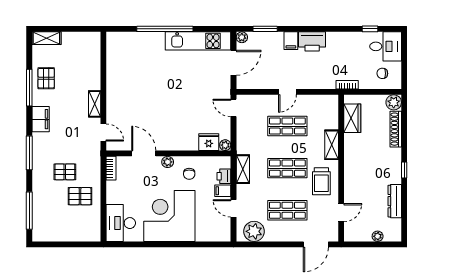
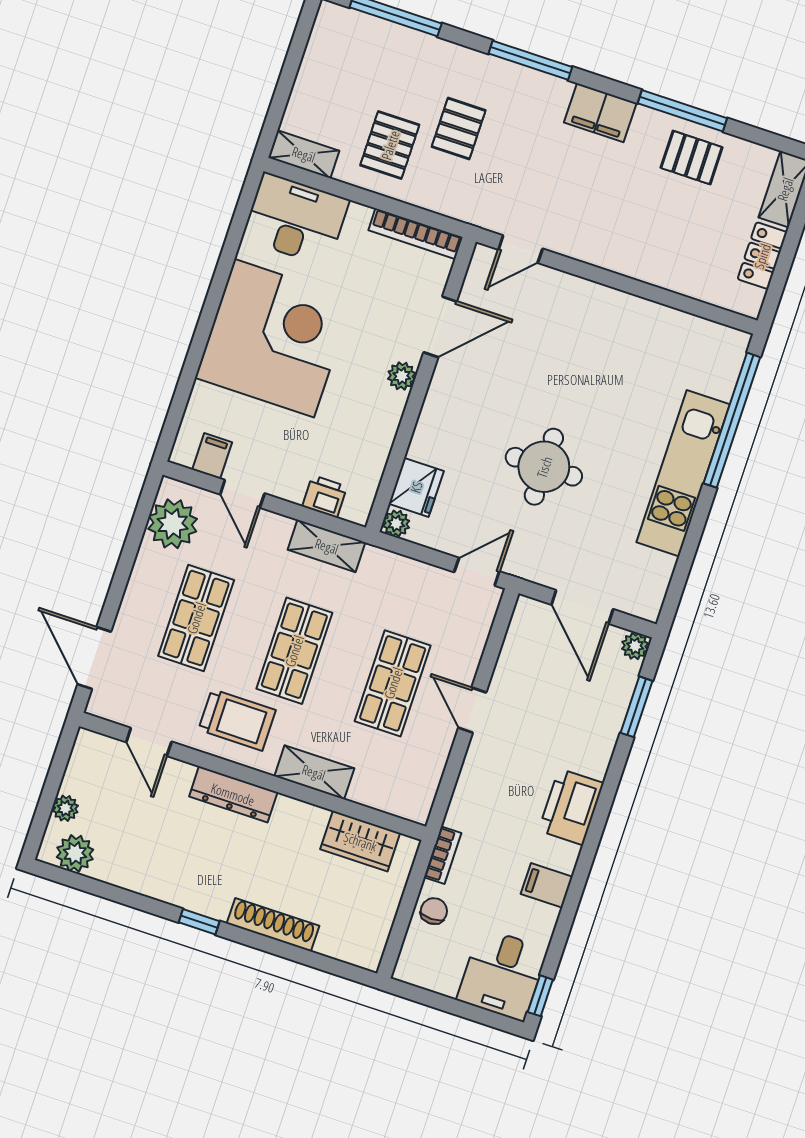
window: (165, 29) -> (732, 420), moved
window: (370, 29) -> (540, 996), moved
locker: (75, 38) -> (762, 256), added
kitchen unit: (198, 41) -> (683, 473), moved
filing cabinet: (291, 41) -> (547, 885), moved
chair: (382, 73) -> (434, 911), moved
round table: (184, 95) -> (544, 467), added
plant: (394, 102) -> (75, 853), moved
shelving: (95, 104) -> (304, 154), moved
shoe rack: (396, 129) -> (273, 925), moved
bookcase: (111, 168) -> (416, 234), width x1.56
chair: (189, 174) -> (357, 417), removed
trolley: (321, 181) -> (237, 720), turned 180
filing cabinet: (223, 191) -> (212, 456), moved
dresser: (395, 201) -> (233, 794), moved, turned 180
door: (233, 208) -> (242, 494), swing flipped

